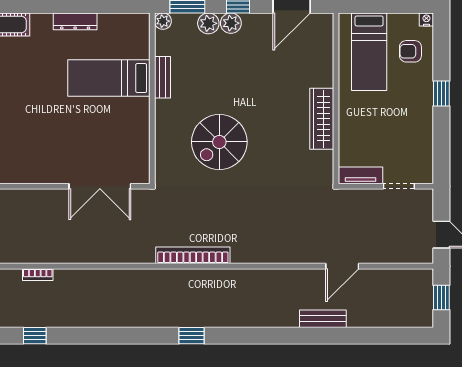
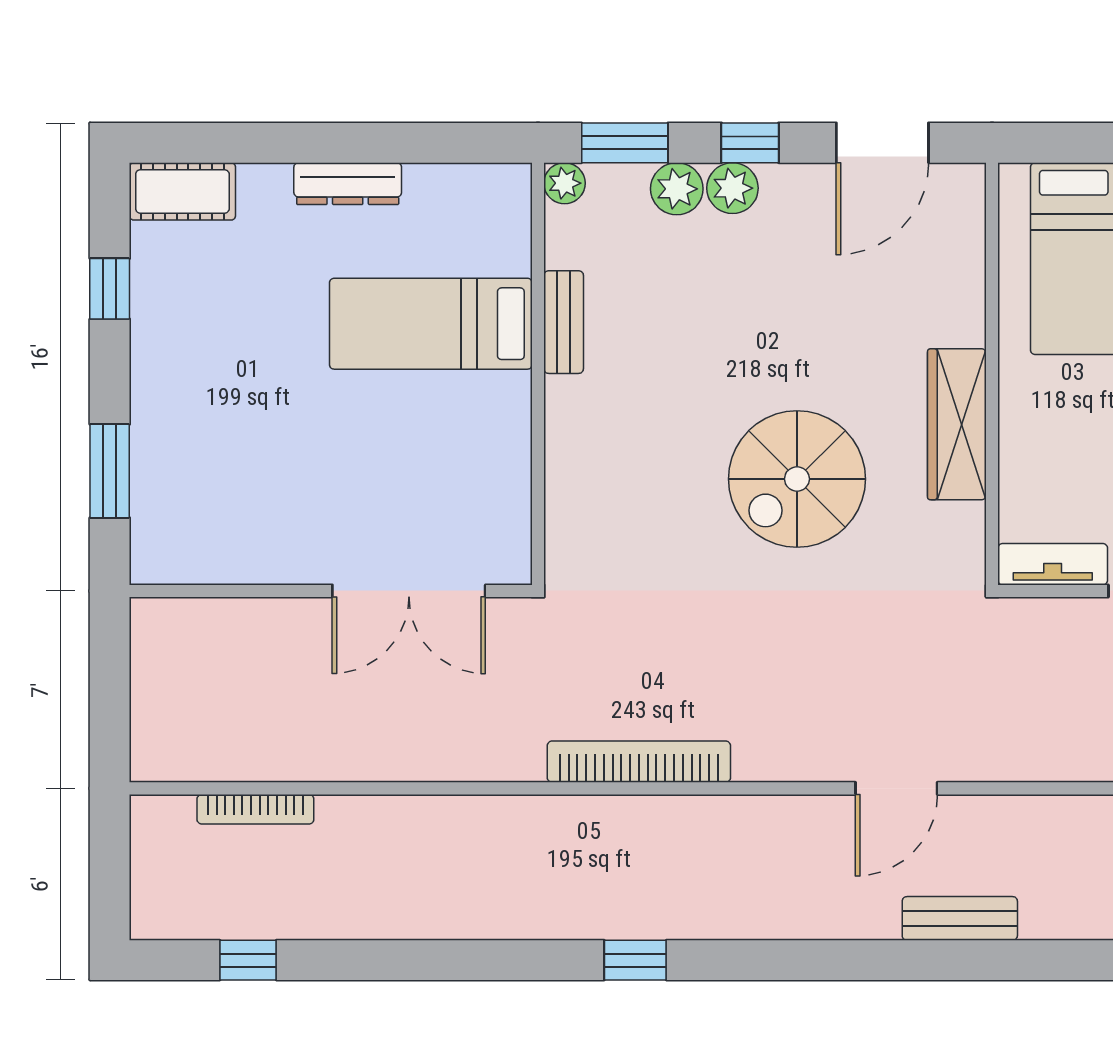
spiral stairs: (219, 142) -> (797, 479), moved
door: (342, 266) -> (896, 788), moved
bookcase: (38, 275) -> (255, 809), width x1.56

